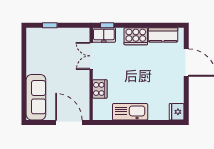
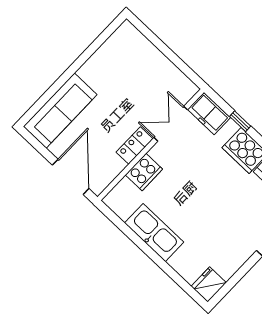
window: (50, 25) -> (156, 42), removed
window: (107, 25) -> (240, 121), moved
locker: (84, 81) -> (135, 146), added

